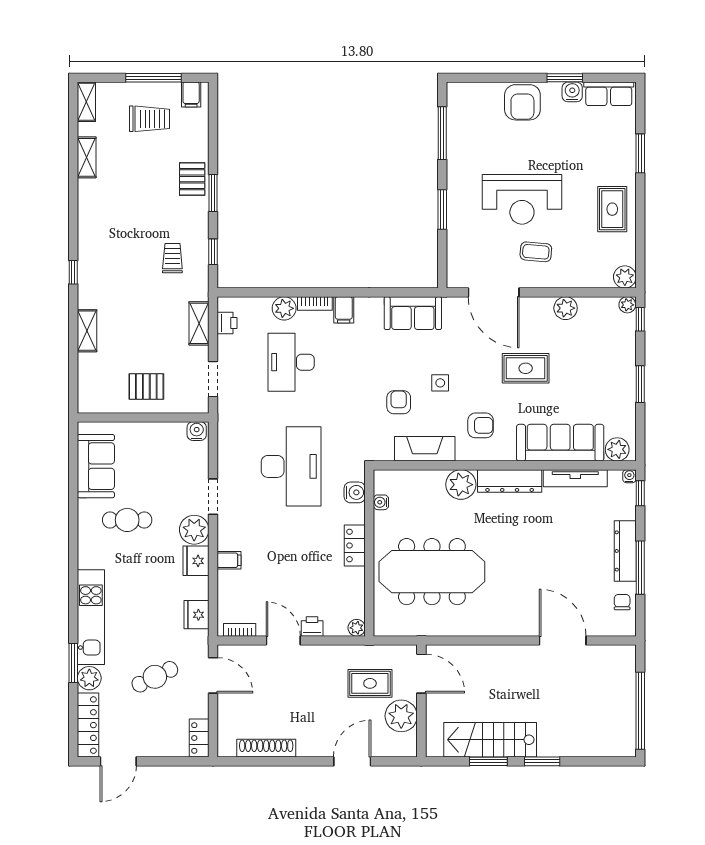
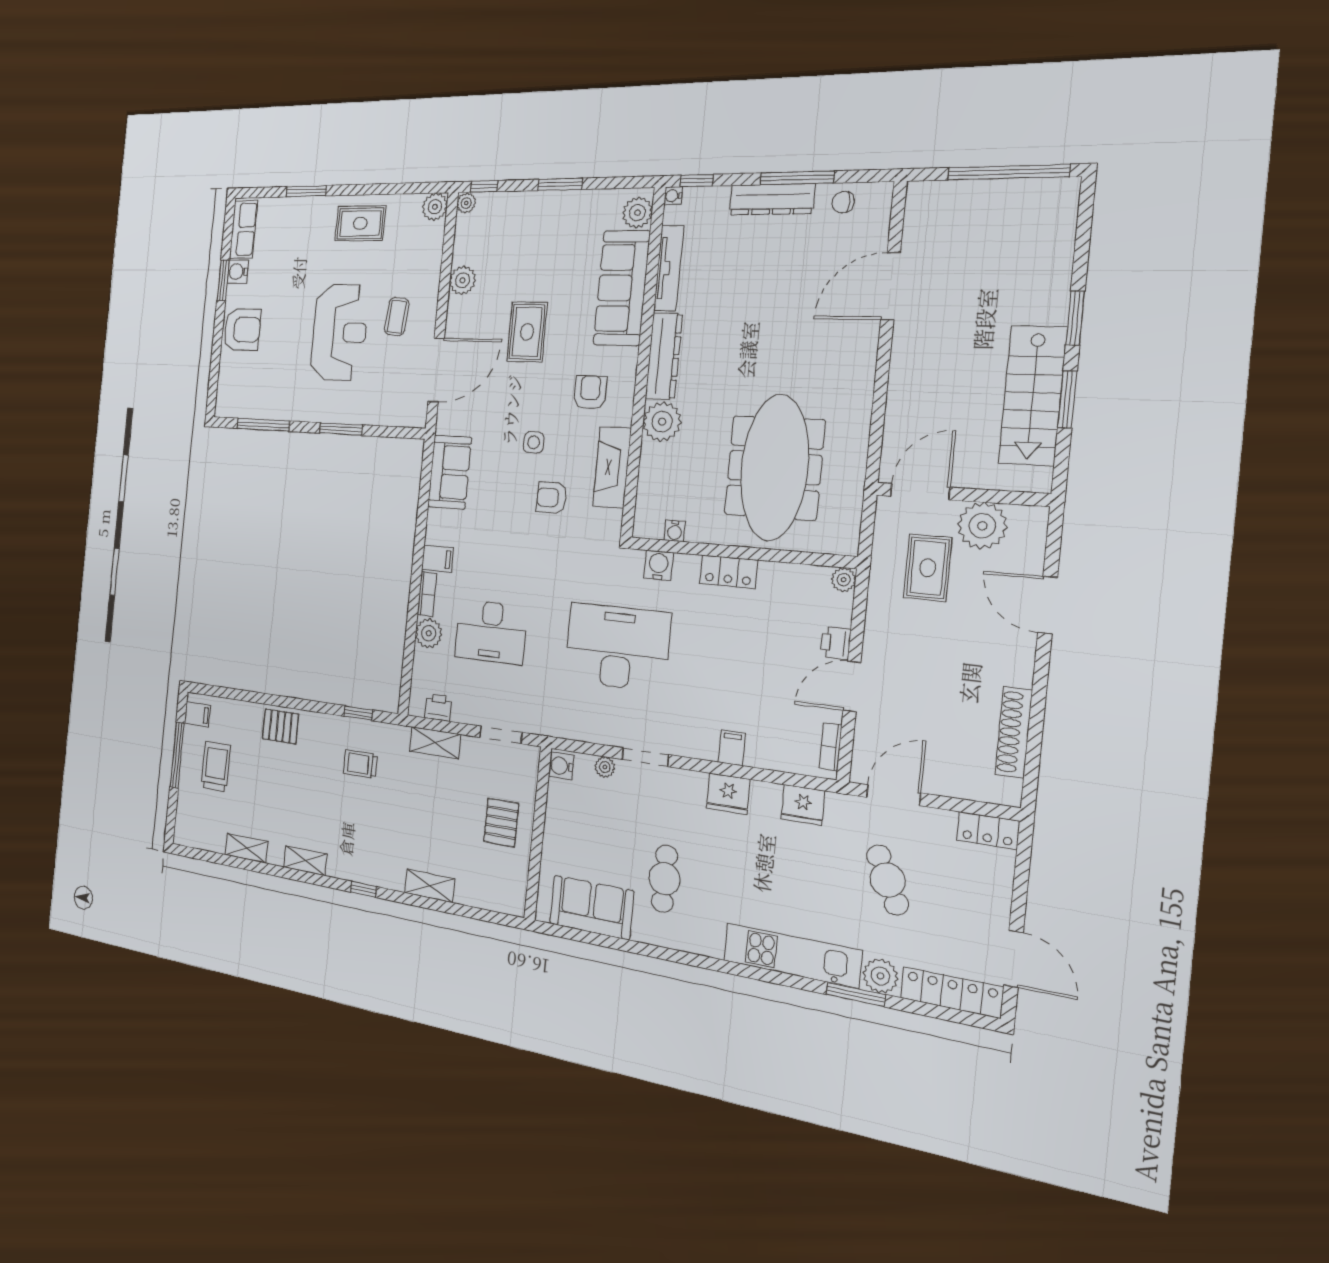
shelving: (86, 102) -> (305, 861), moved
window: (213, 193) -> (297, 704), removed
plant: (194, 530) -> (605, 767), moved, width x0.53, depth x0.53

